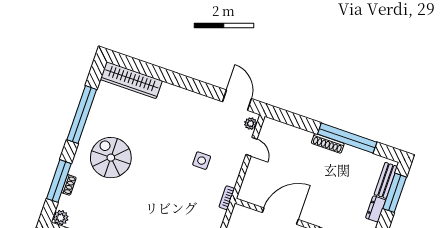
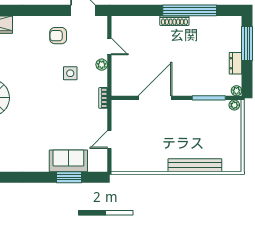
armchair: (202, 117) -> (58, 36), added
plant: (251, 124) -> (102, 65), moved
bench: (386, 180) -> (236, 36), removed

